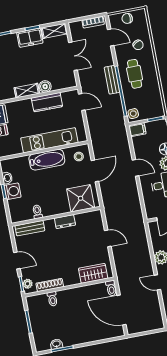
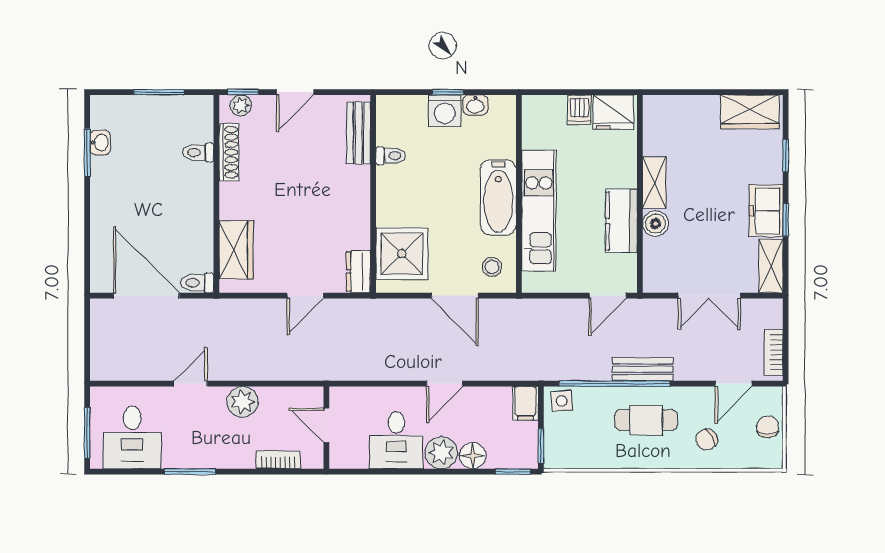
dresser: (65, 222) -> (358, 272), moved
door: (121, 310) -> (146, 296), hinge flipped

